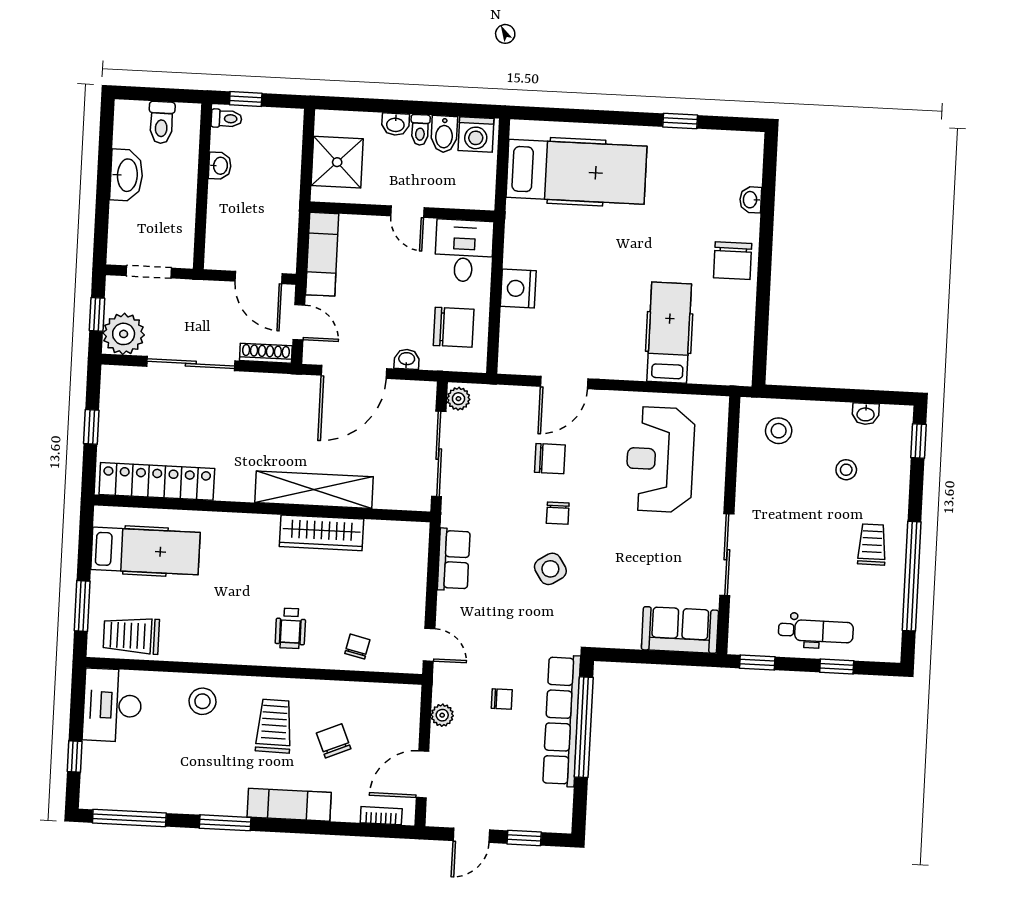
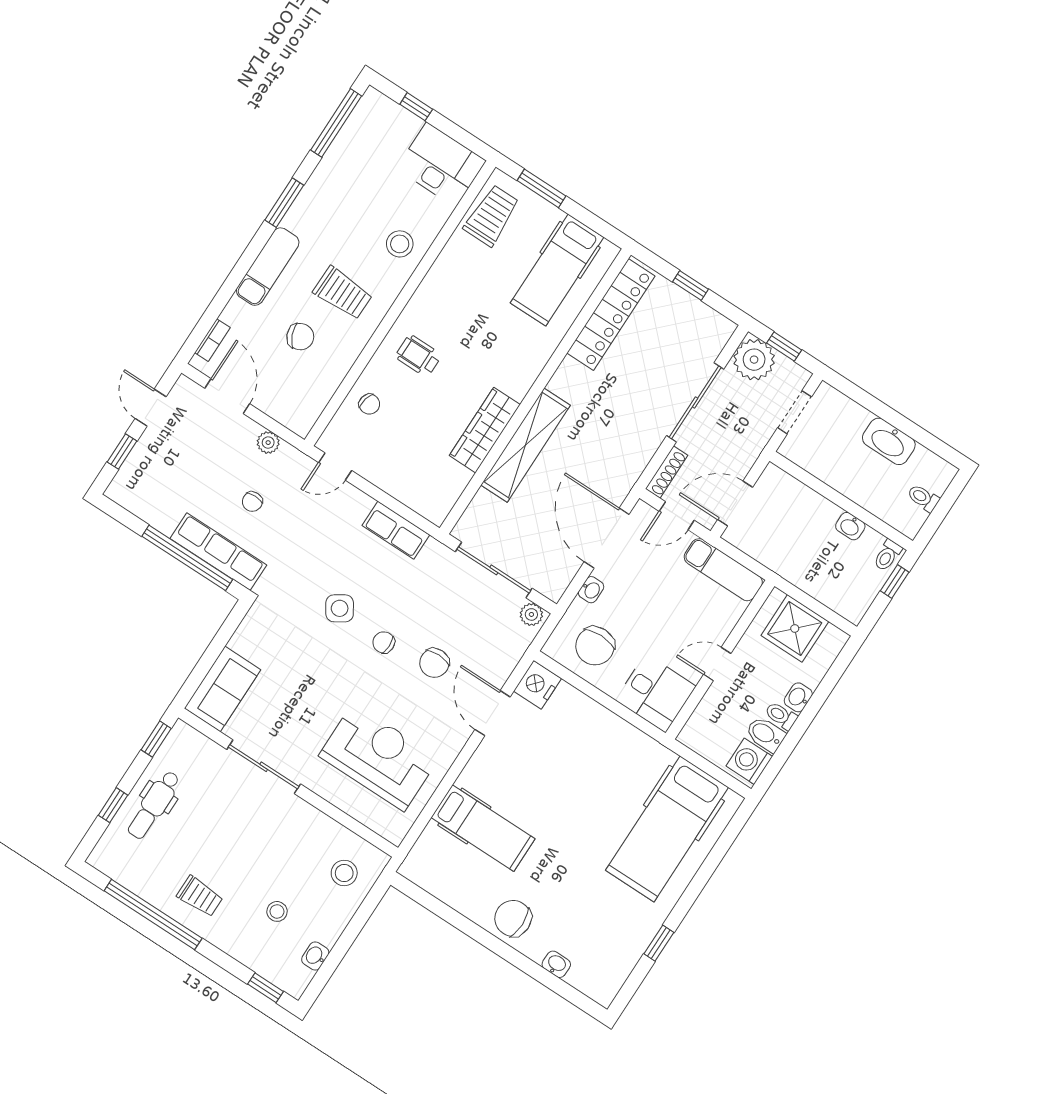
toilet: (161, 122) -> (923, 498), width x0.73, depth x0.72
nightstand: (518, 288) -> (537, 685), moved, turned -90
row of seats: (562, 721) -> (218, 552), width x0.73

